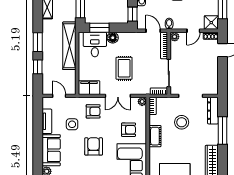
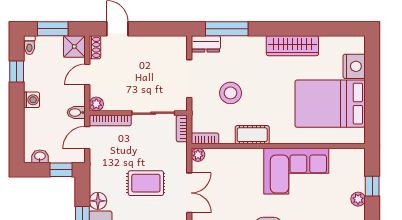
door: (193, 31) -> (87, 75), swing flipped
dresser: (213, 111) -> (206, 44), width x0.70
armchair: (129, 130) -> (242, 176), removed
window: (223, 130) -> (227, 29), moved

